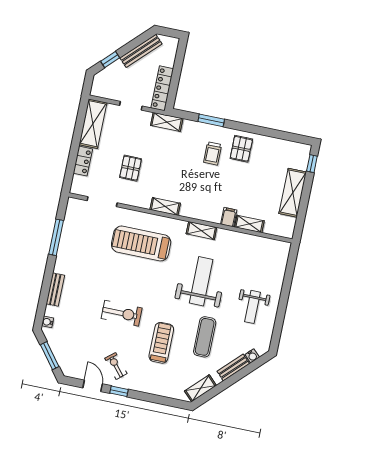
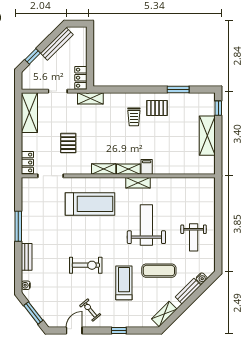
locker: (162, 88) -> (81, 78), width x0.66
window: (211, 120) -> (178, 90), moved
pallet: (241, 149) -> (157, 108), turned 90
locker: (83, 161) -> (27, 163), moved
filing cabinet: (229, 217) -> (147, 167), moved
shelving: (249, 224) -> (128, 169), moved
window: (56, 237) -> (18, 226), moved
treadmill: (141, 243) -> (90, 204), turned 180
exercise mat: (205, 337) -> (159, 271), turned 90
door: (93, 386) -> (74, 331), hinge flipped
window: (119, 391) -> (119, 331), moved

